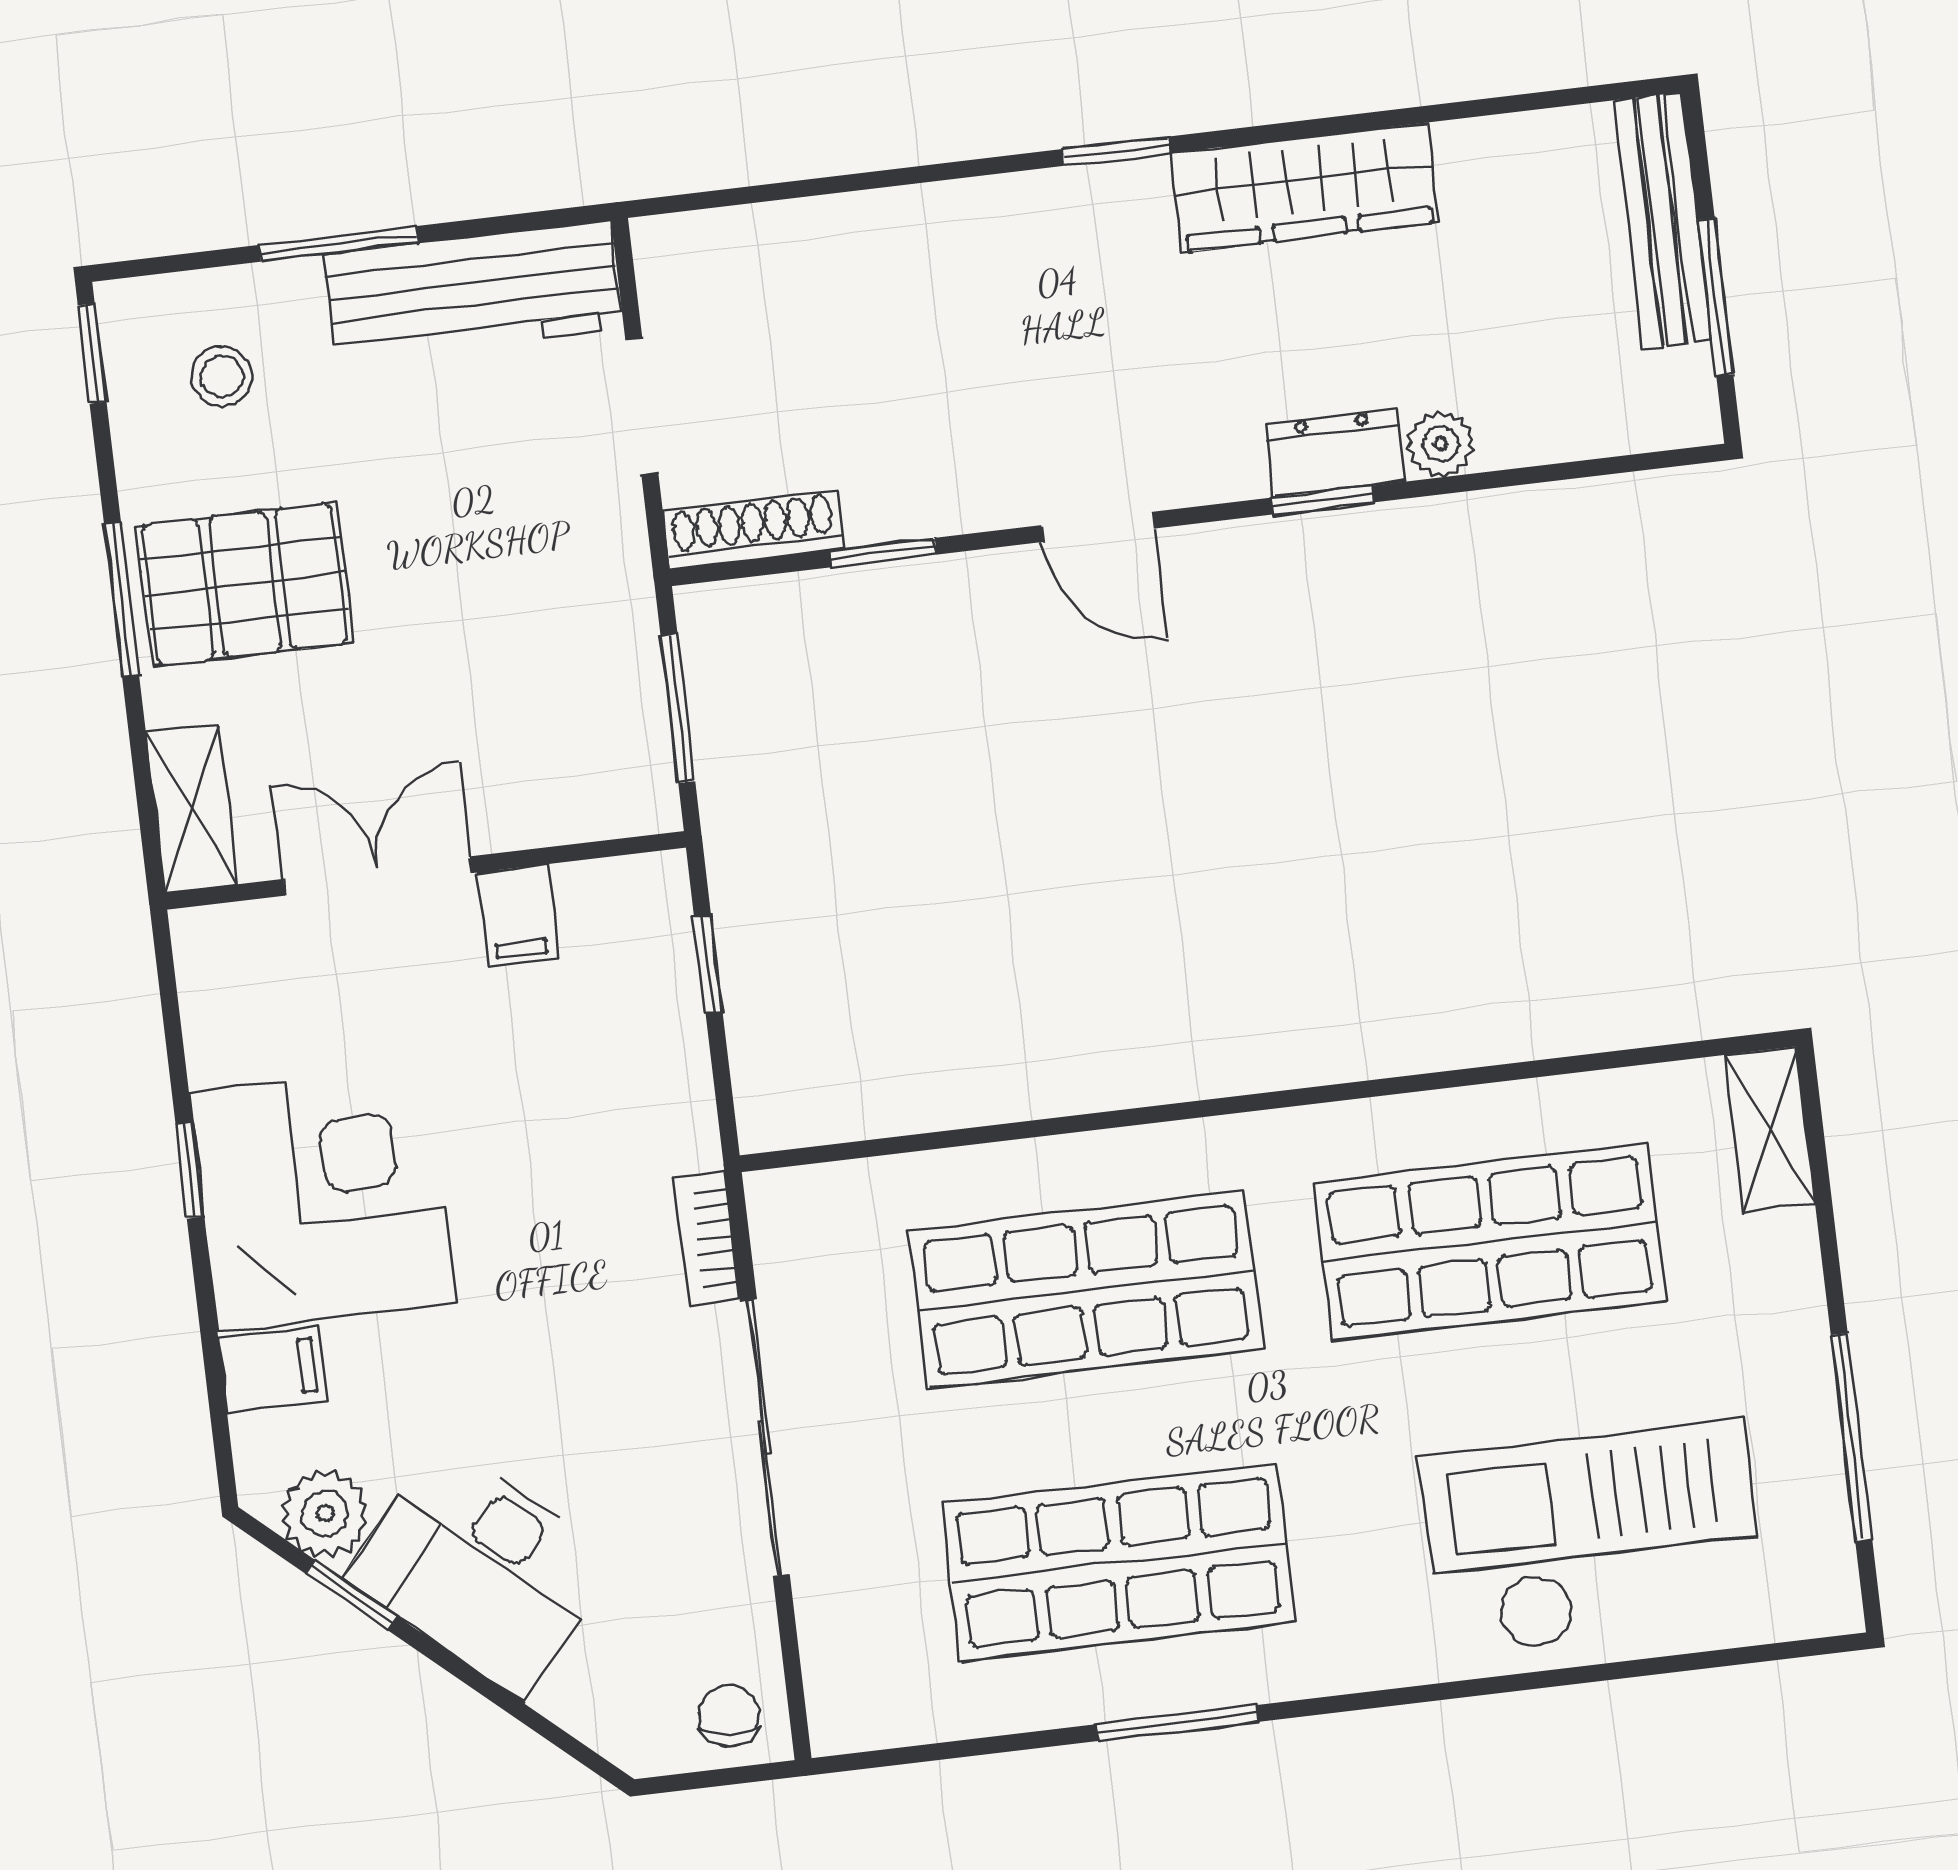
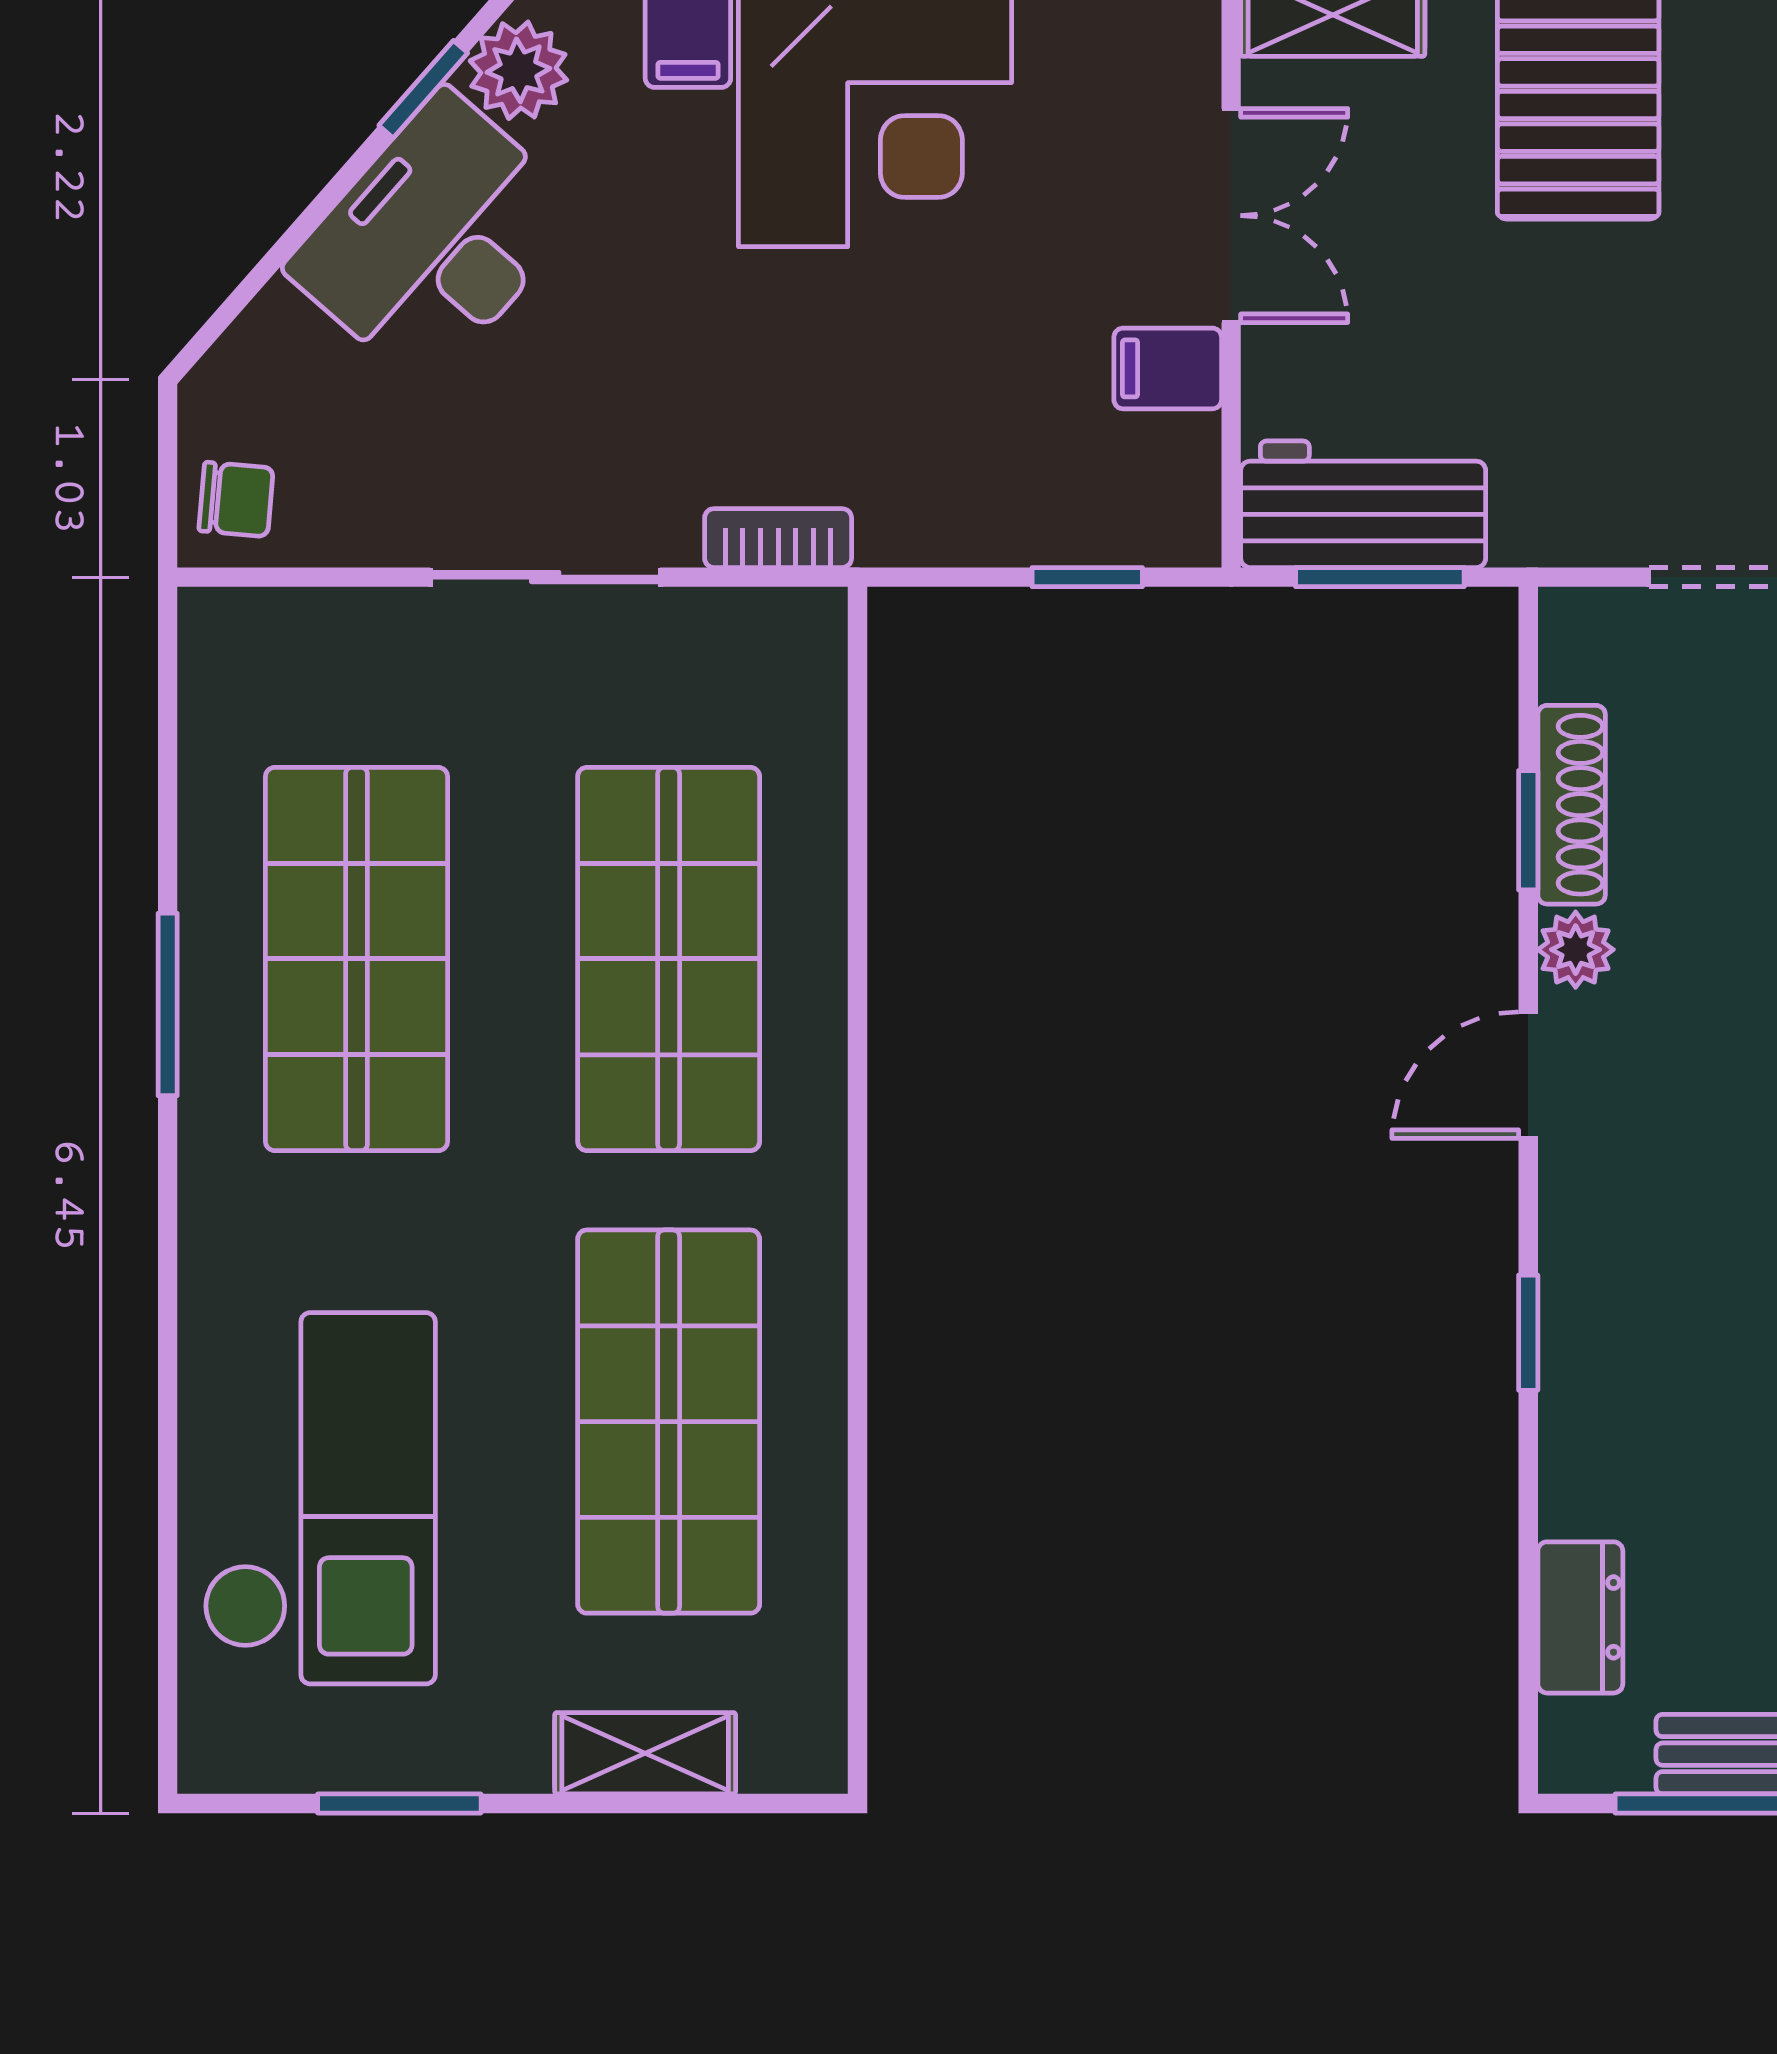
plant: (1441, 444) -> (1576, 950), moved
dresser: (1335, 452) -> (1580, 1617), moved
shoe rack: (753, 530) -> (1572, 805), moved
workbench: (616, 731) -> (1363, 504), added
shelving: (1770, 1130) -> (645, 1753), moved
window: (1851, 1437) -> (399, 1803), width x0.69
sliding door: (765, 1438) -> (545, 577), width x0.73

